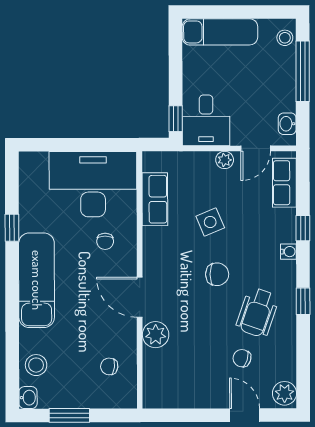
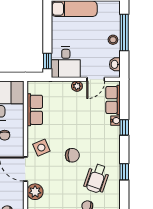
stool: (285, 38) -> (113, 40), moved
side table: (210, 222) -> (41, 148), moved
water cooler: (288, 252) -> (115, 121), moved

